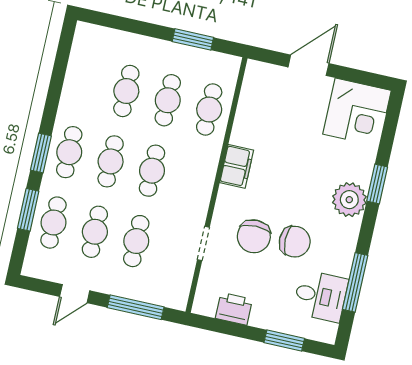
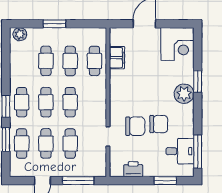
plant: (92, 36) -> (20, 34), added
window: (193, 39) -> (54, 24), moved
filing cabinet: (237, 166) -> (117, 58), moved
chair: (254, 236) -> (135, 126), turned -90
window: (355, 282) -> (198, 152), moved

